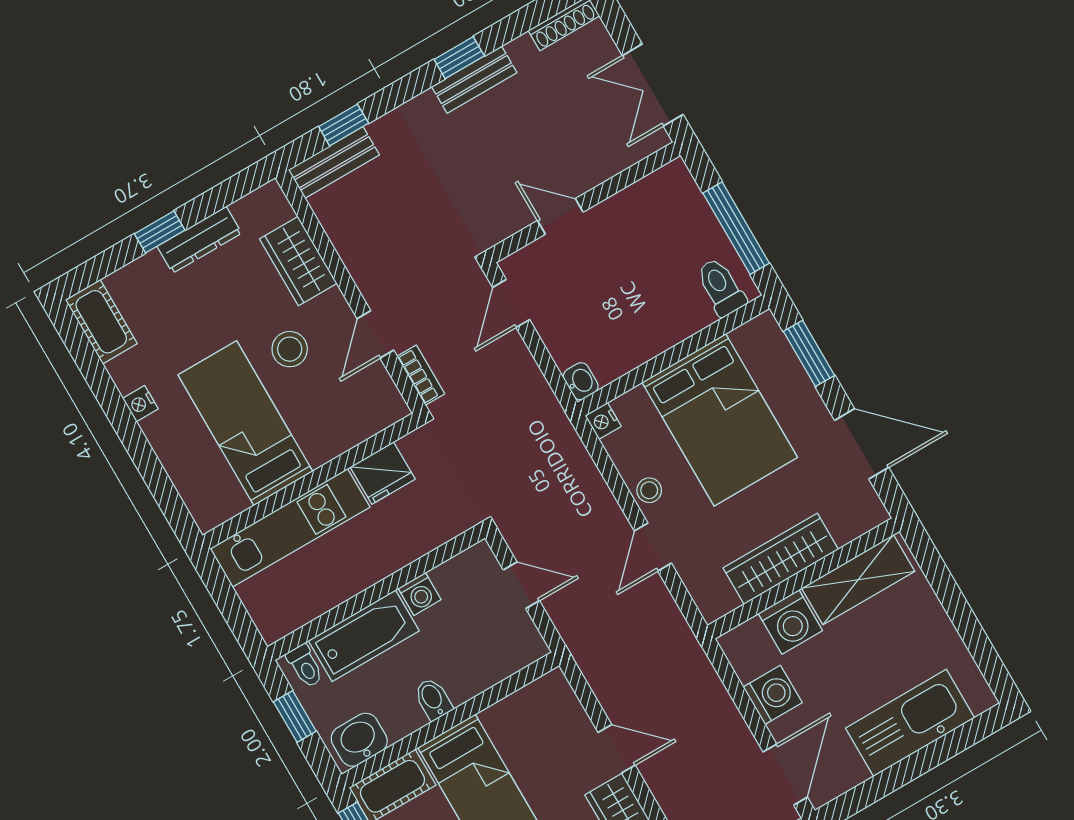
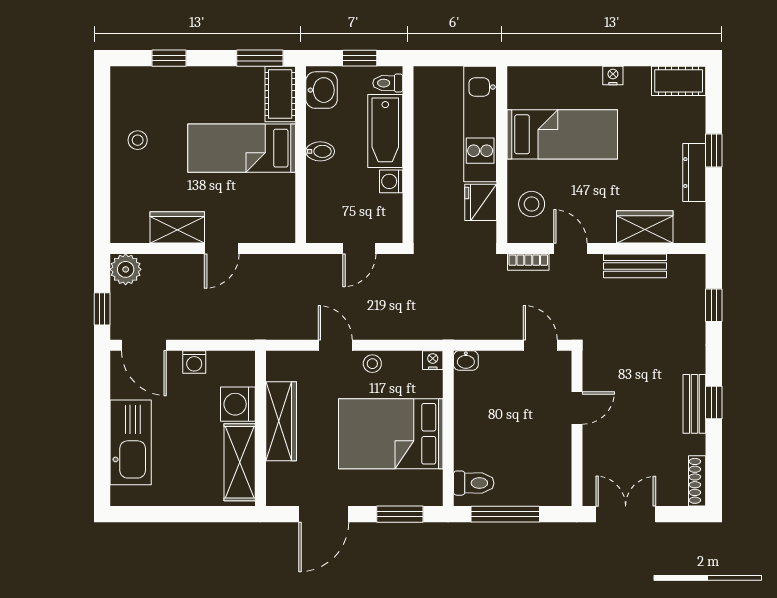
bench: (334, 162) -> (635, 266), moved, turned 90
stool: (290, 349) -> (532, 204), moved
washing machine: (773, 695) -> (194, 362), width x0.73, depth x0.73

